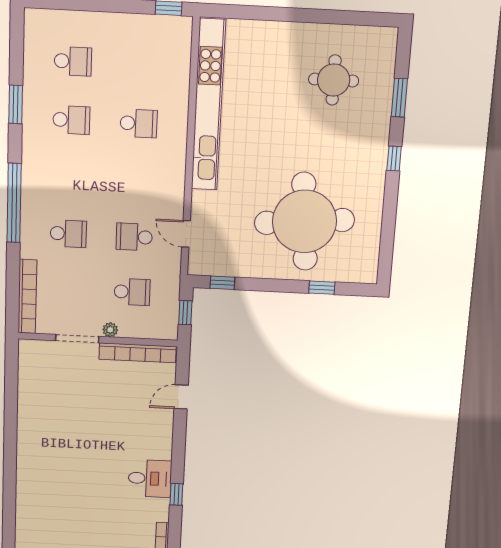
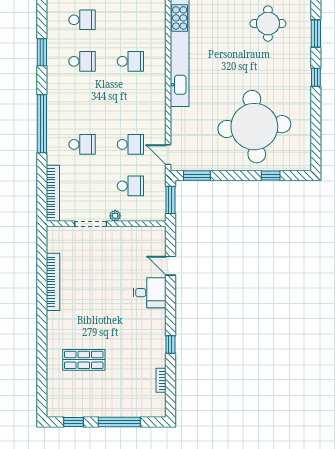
door: (186, 234) -> (168, 155), moved
school desk: (134, 237) -> (130, 144), turned 180
window: (222, 283) -> (197, 176), width x1.50
window: (185, 313) -> (170, 200), width x1.50
bookcase: (138, 353) -> (53, 282), moved, turned -90
door: (181, 397) -> (170, 266), hinge flipped
desk: (150, 478) -> (150, 293), moved
shop shelf: (63, 508) -> (84, 360), added

